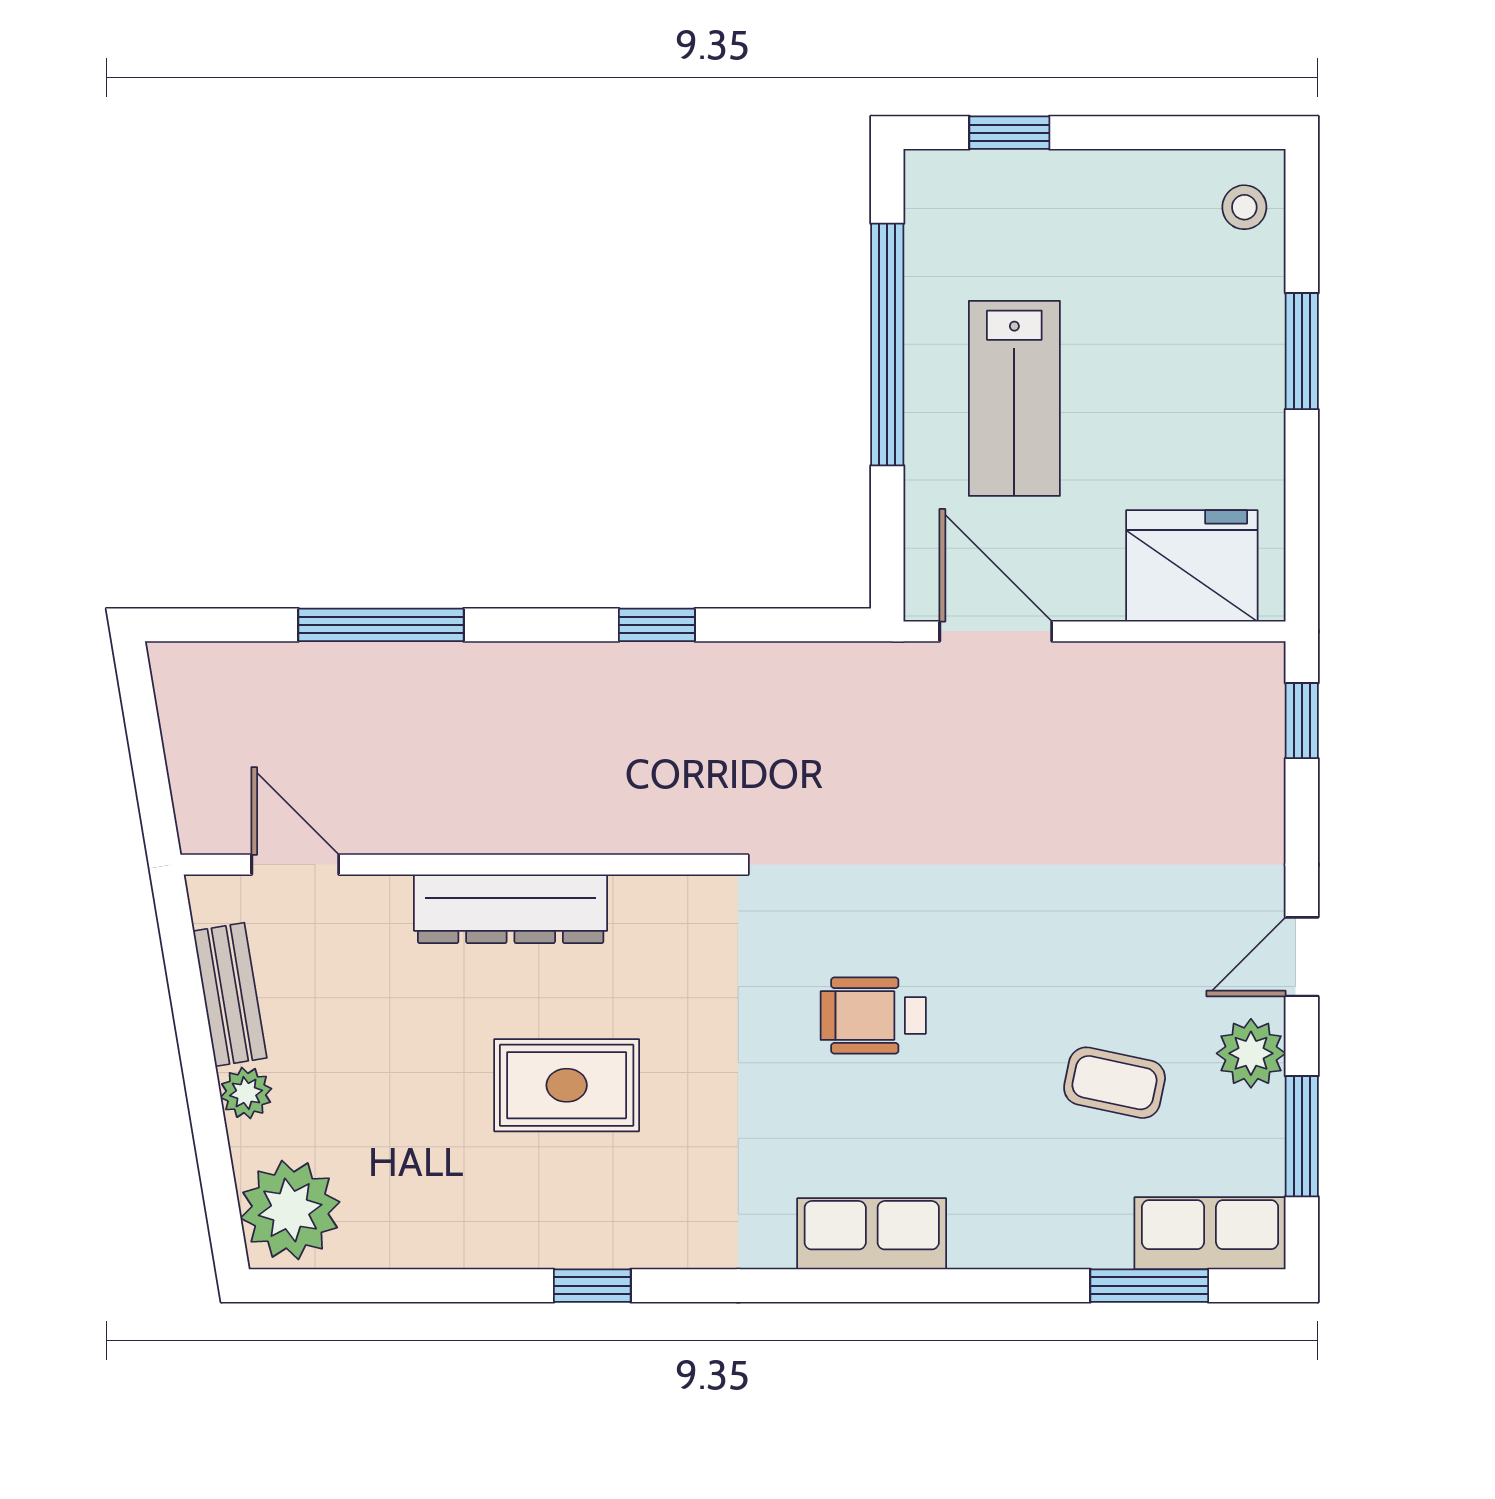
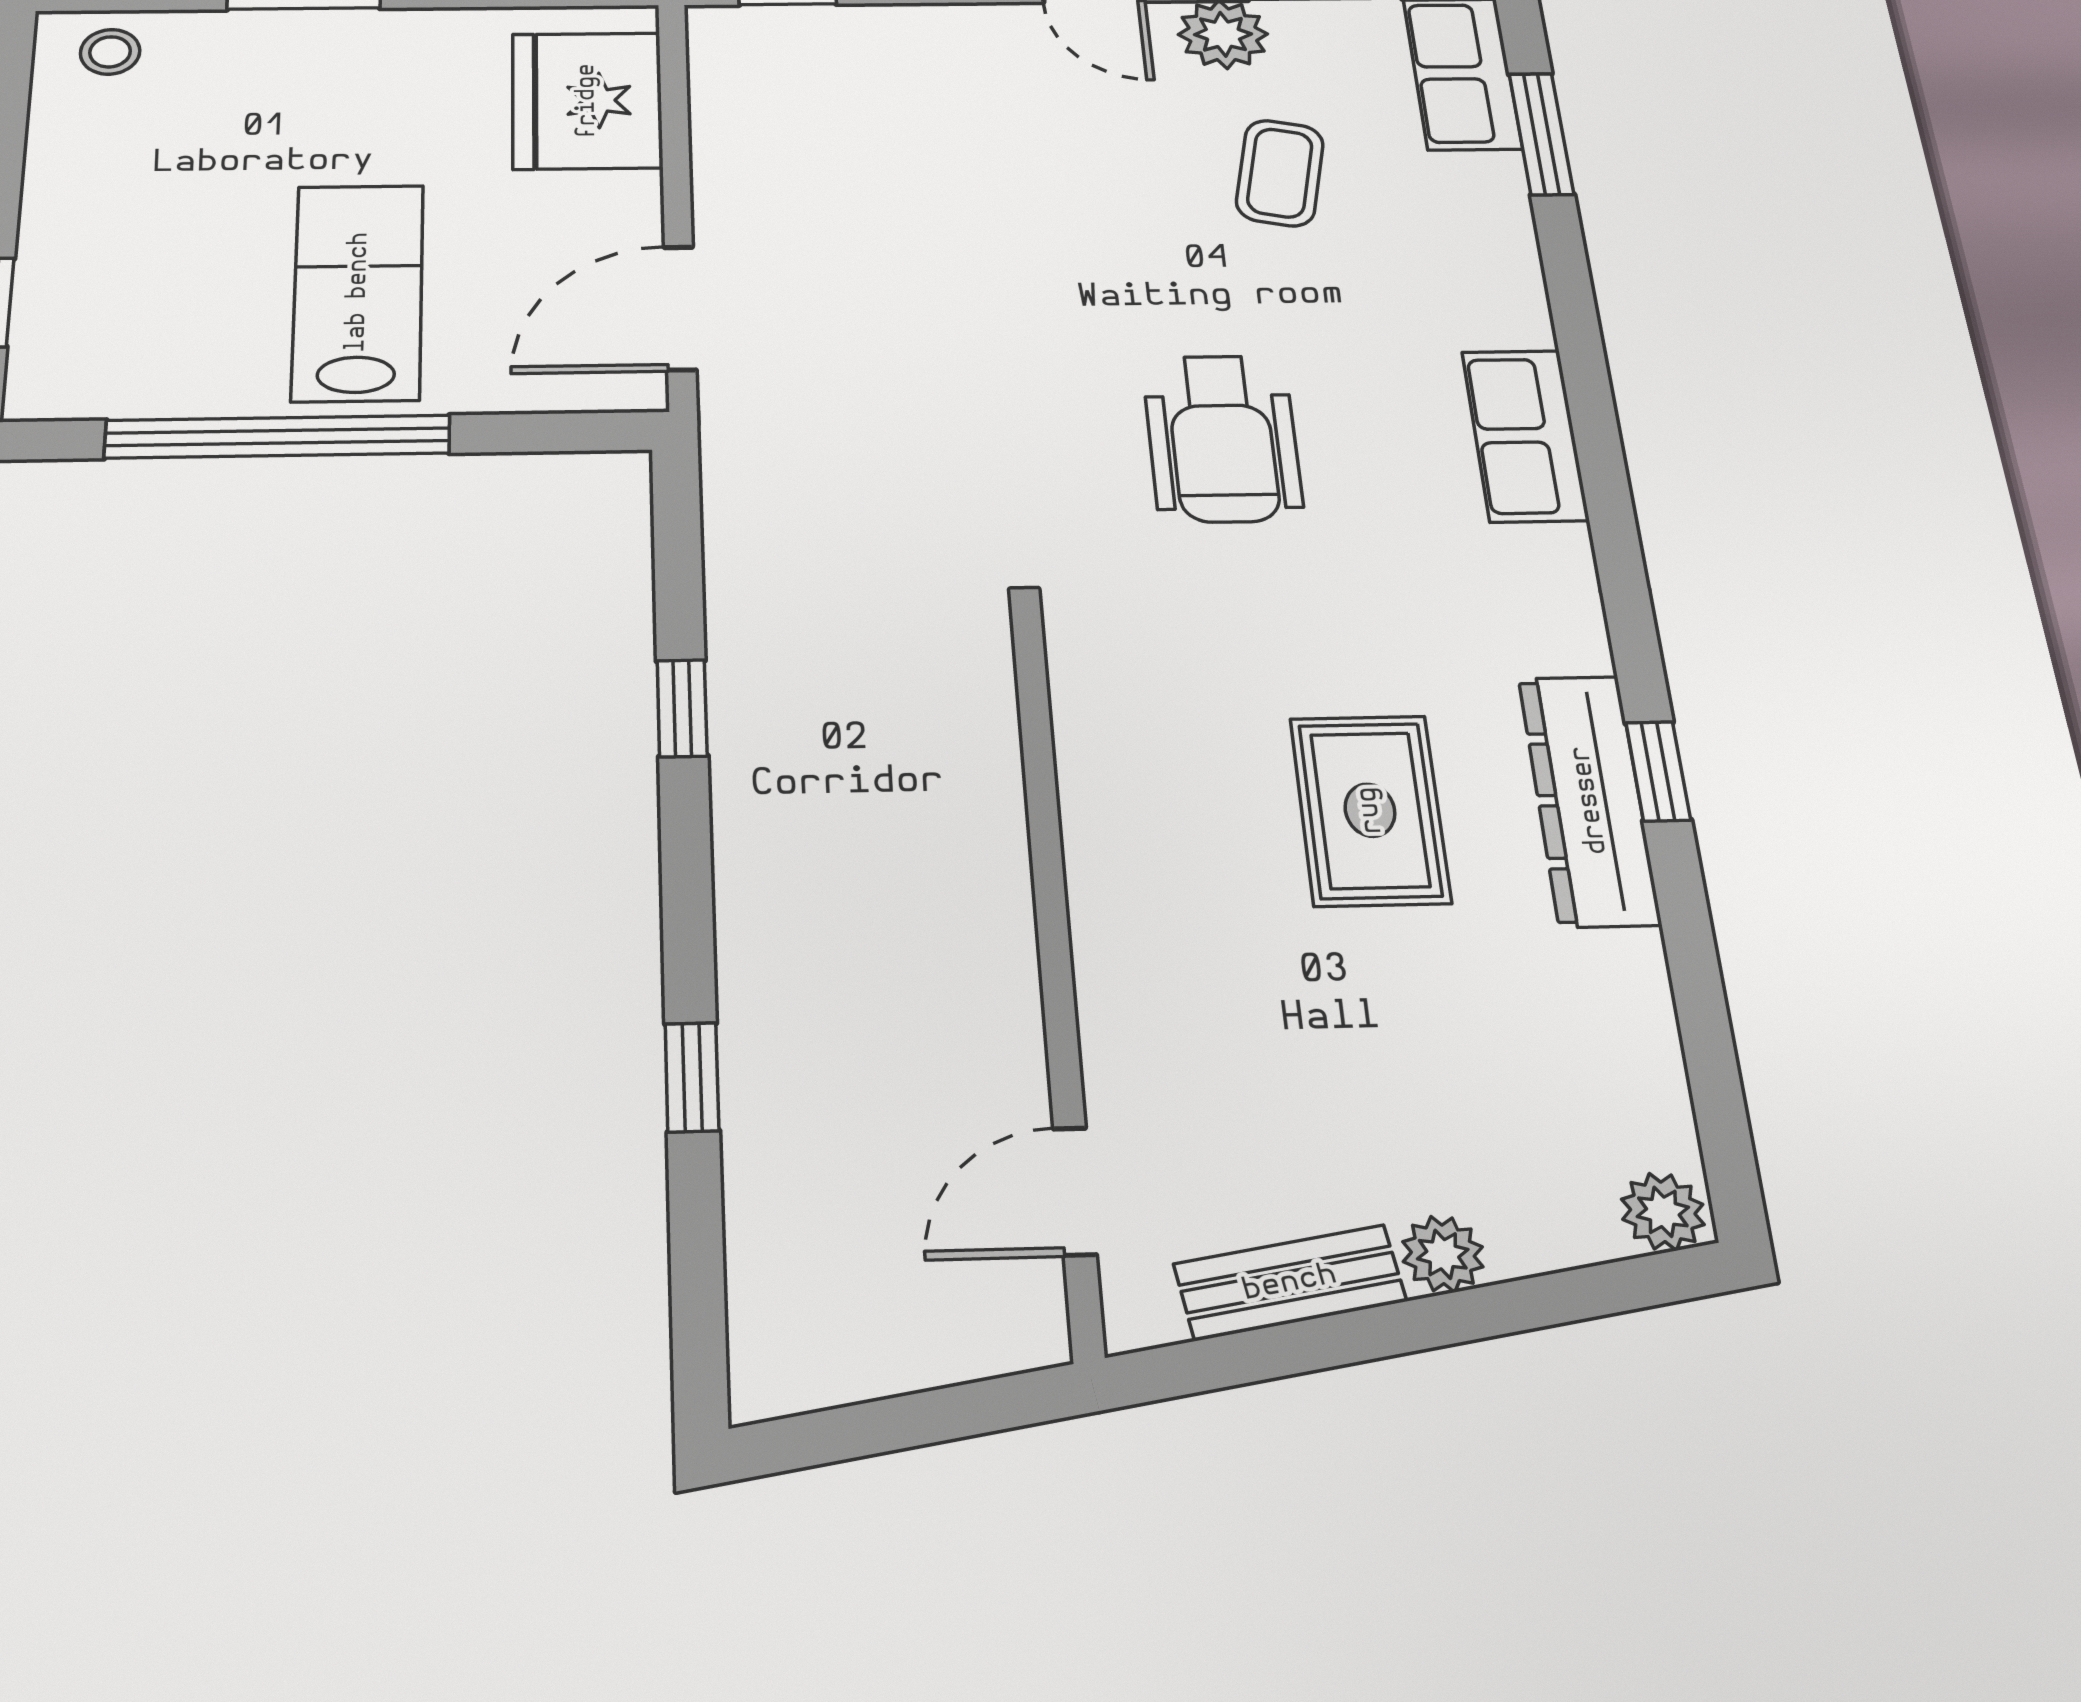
lab bench: (1014, 398) -> (358, 292), turned -90
window: (381, 625) -> (692, 1077), width x0.46
dresser: (511, 909) -> (1589, 800), moved, turned 180
wheelchair: (873, 1016) -> (1222, 438), width x1.36, depth x1.37
plant: (290, 1210) -> (1663, 1212), width x0.53, depth x0.53

